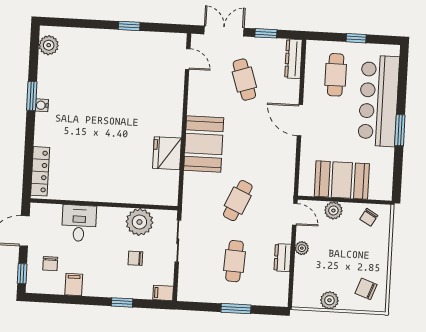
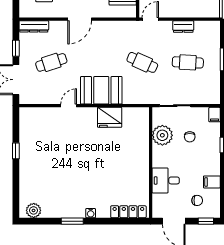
door: (188, 59) -> (69, 106), moved
water cooler: (42, 105) -> (91, 213), moved
plant: (302, 248) -> (175, 12), removed

